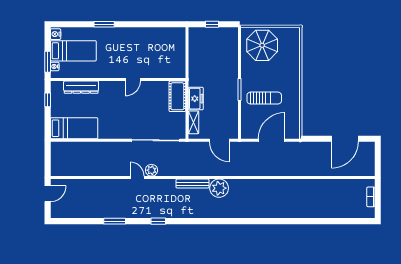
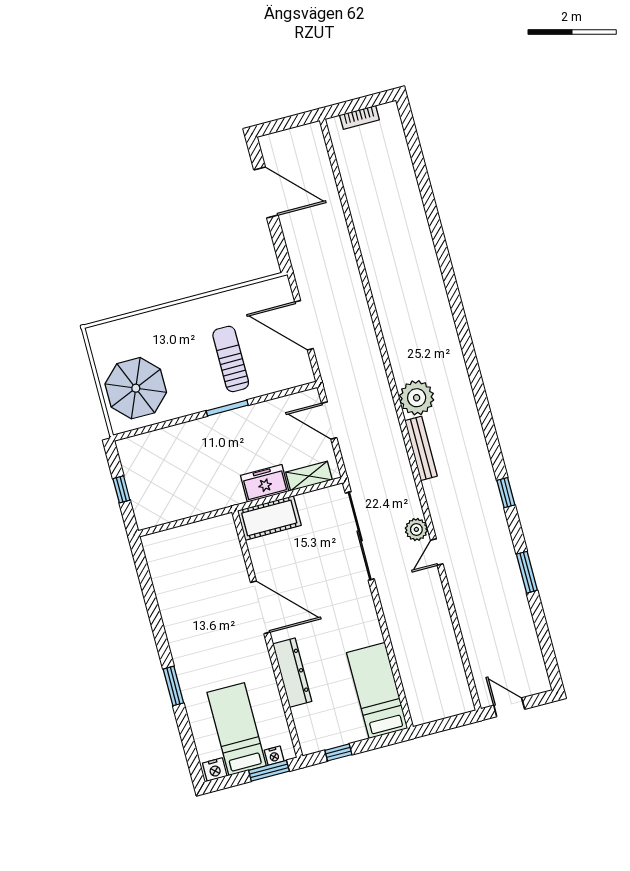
door: (133, 79) -> (260, 607), width x1.87
dresser: (81, 87) -> (292, 673), moved
door: (219, 140) -> (329, 420), swing flipped

